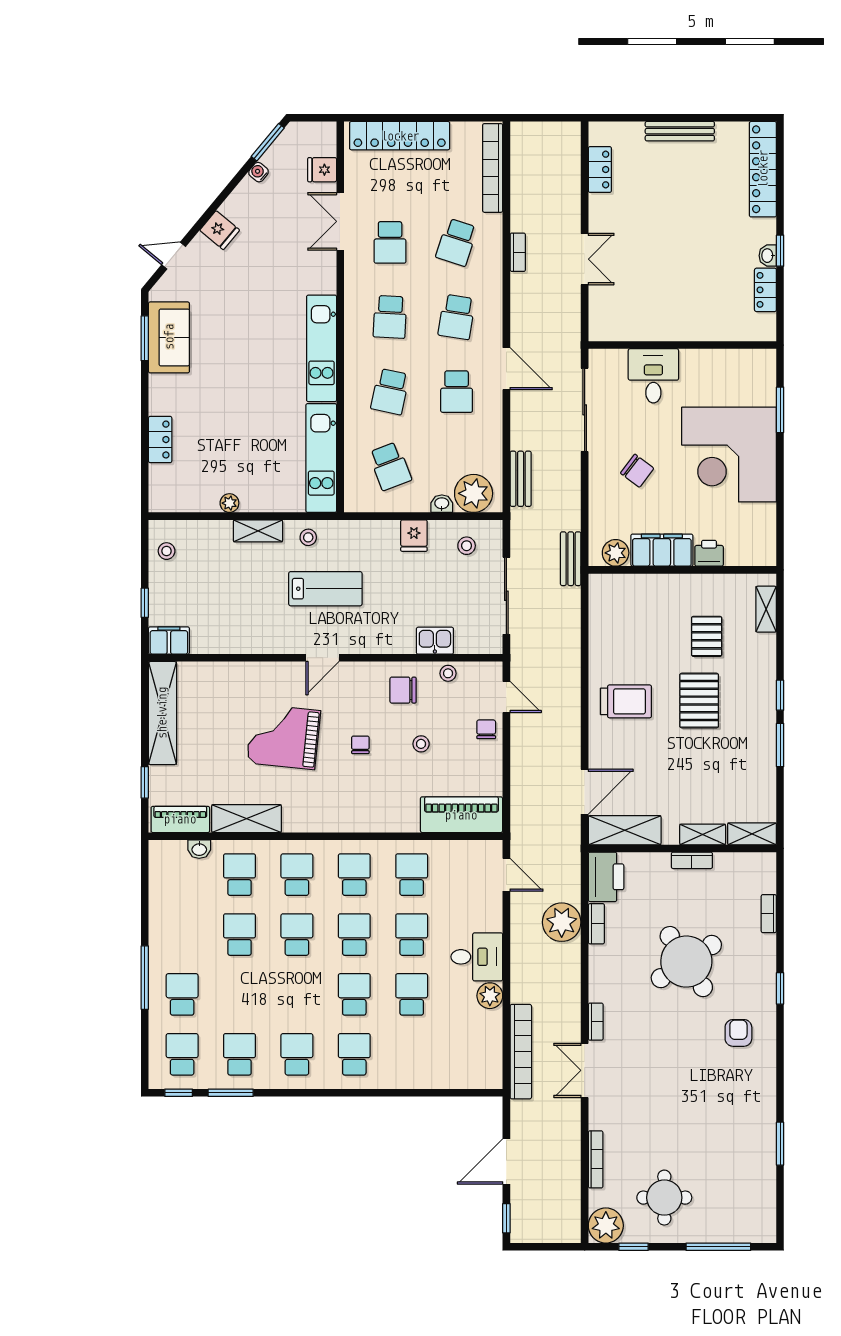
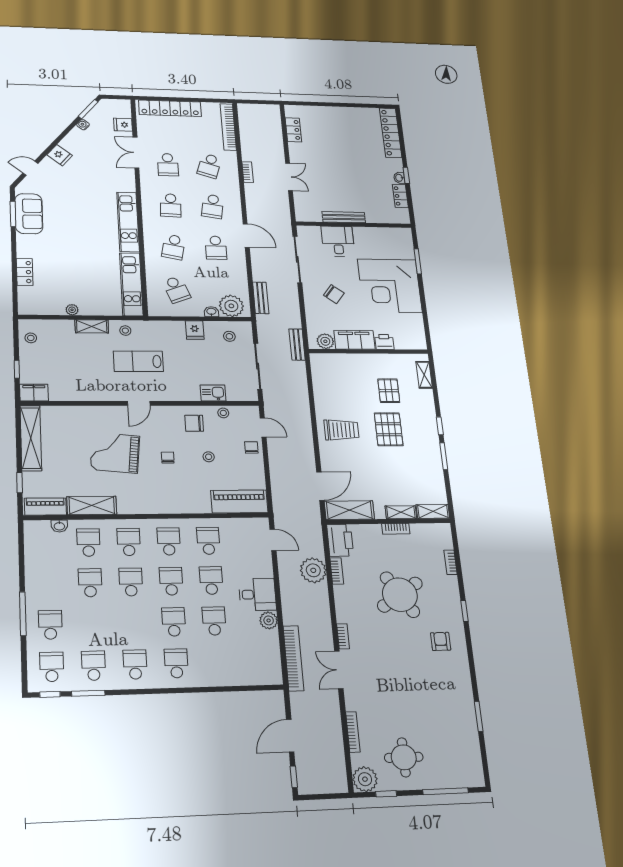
bench: (680, 131) -> (344, 217), moved
lab bench: (325, 589) -> (138, 361), turned 180

